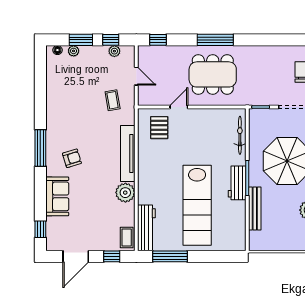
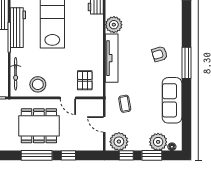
window: (158, 40) -> (68, 155), moved
plant: (74, 51) -> (158, 142), width x1.87, depth x1.87
plant: (114, 51) -> (119, 142), width x1.87, depth x1.87
door: (179, 107) -> (68, 98), hinge flipped
stool: (214, 123) -> (38, 84), added
workbench: (237, 183) -> (18, 28), width x1.38
sofa: (57, 196) -> (172, 100), moved, width x1.36

